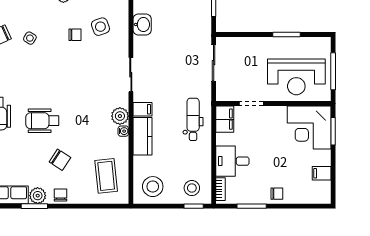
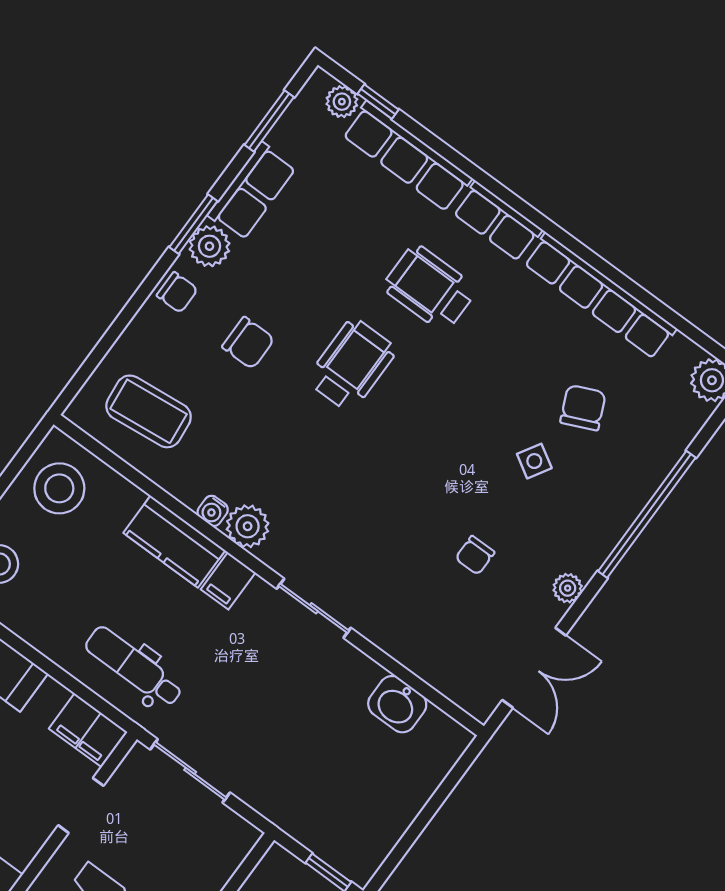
side table: (100, 27) -> (454, 618), removed
sliding door: (214, 63) -> (190, 771), moved
dental chair: (193, 119) -> (134, 667), turned 180
chair: (60, 160) -> (248, 343), turned -123

